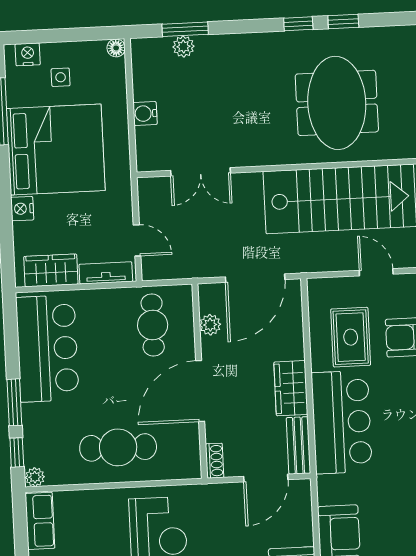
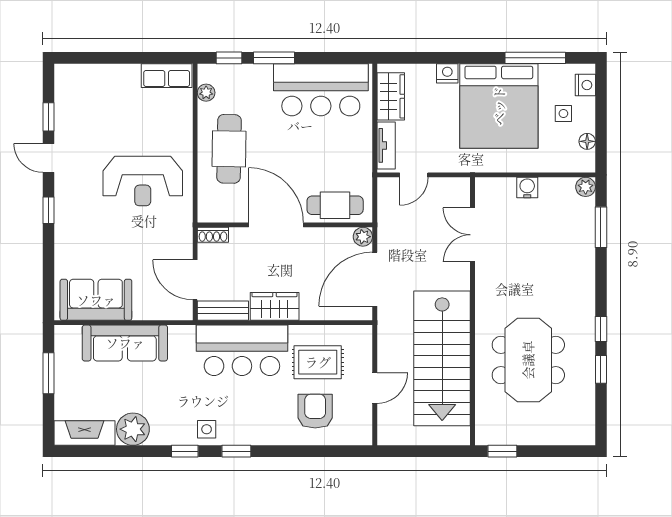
plant: (183, 47) -> (586, 187), moved
floor lamp: (116, 48) -> (587, 141), moved
meeting table: (337, 103) -> (528, 360), turned 90
door: (255, 278) -> (375, 279), hinge flipped
cafe table: (153, 325) -> (335, 205), moved
plant: (210, 325) -> (363, 237), moved
plant: (35, 477) -> (206, 93), moved

